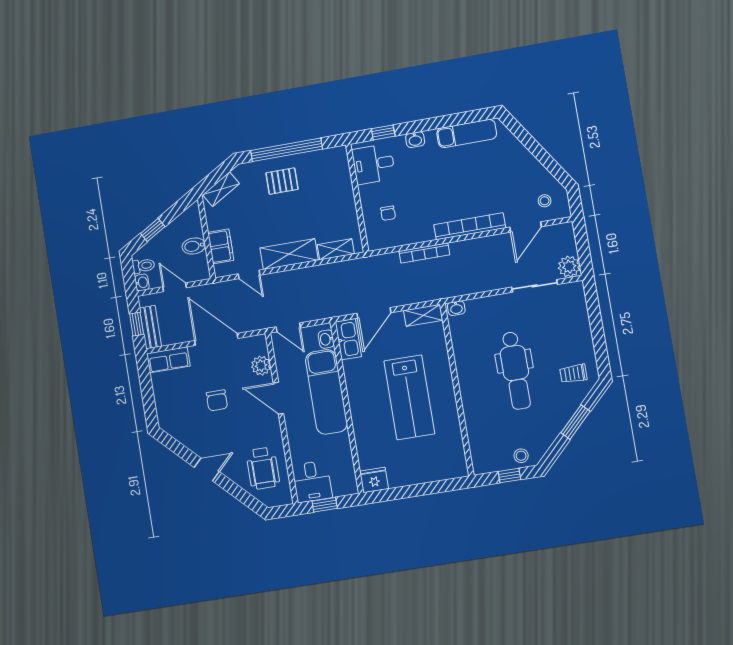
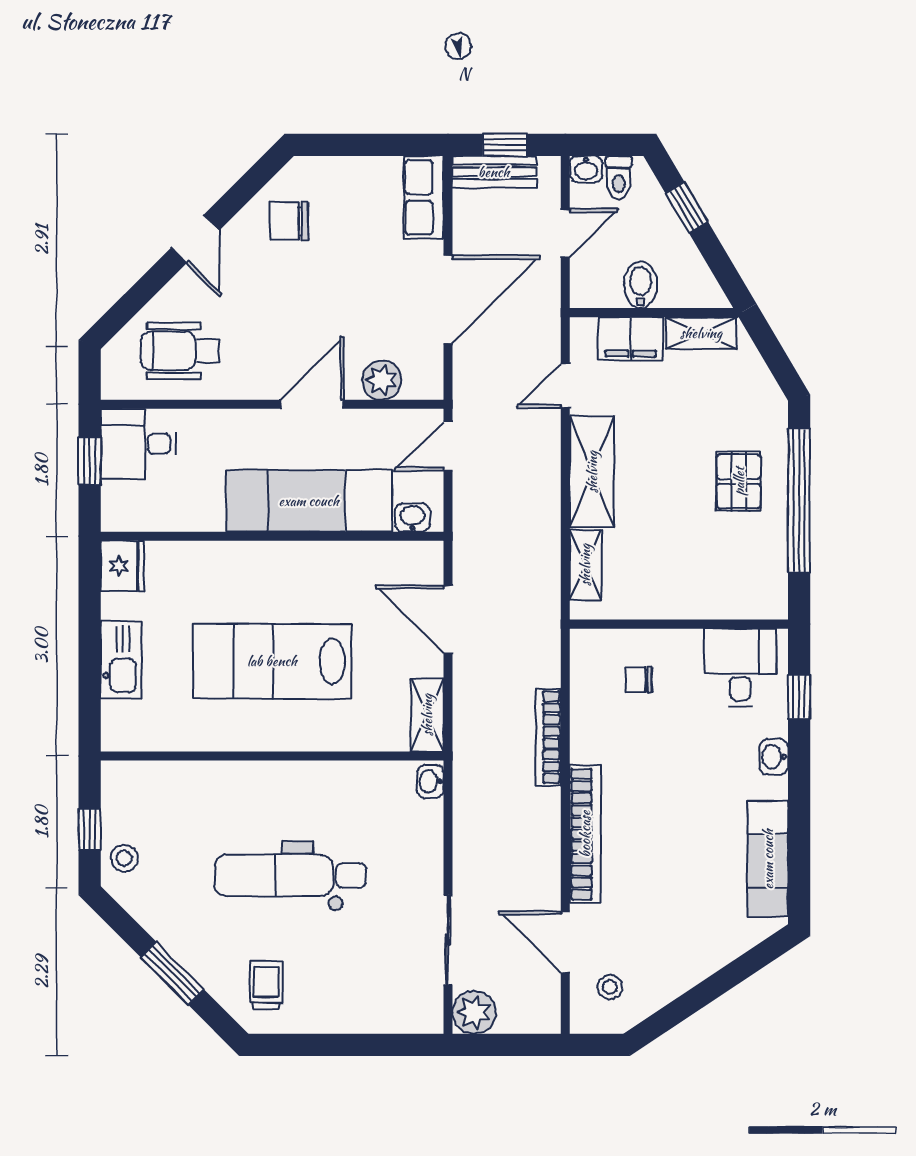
shelving: (221, 189) -> (701, 333), moved, turned -59
kitchen sink: (348, 339) -> (121, 660), moved, turned -90
chair: (217, 400) -> (289, 221), moved

